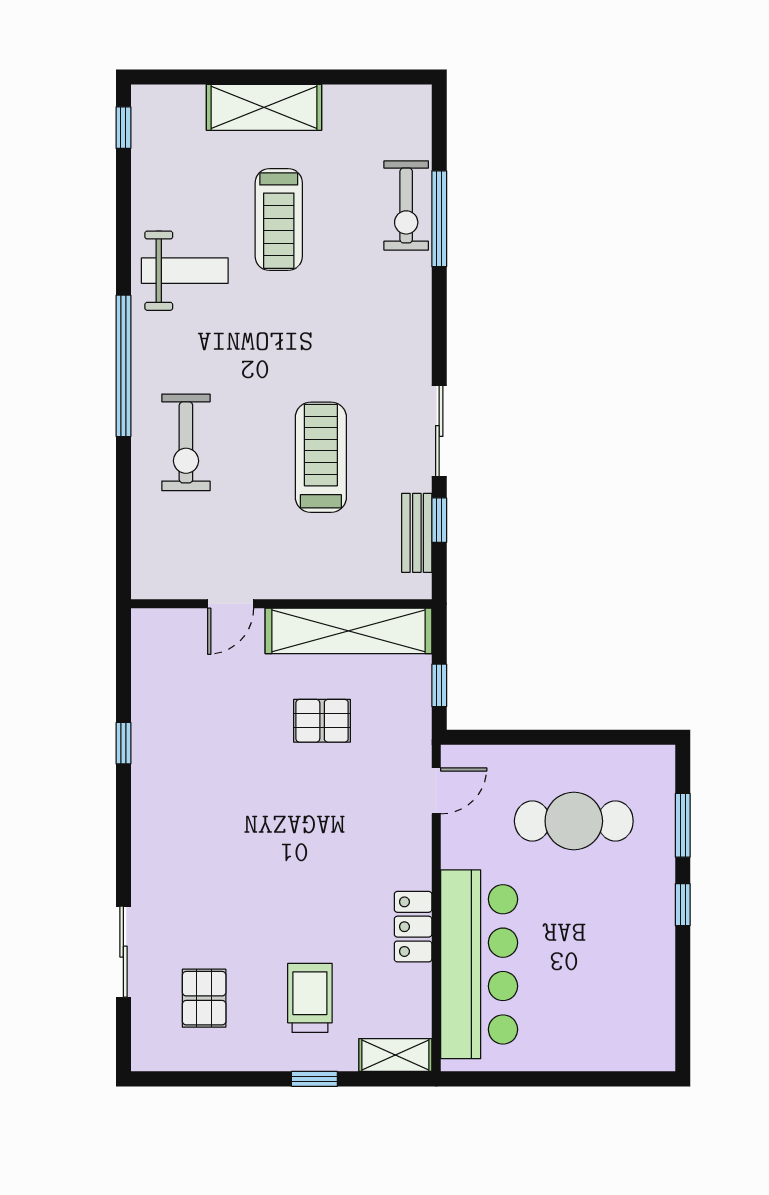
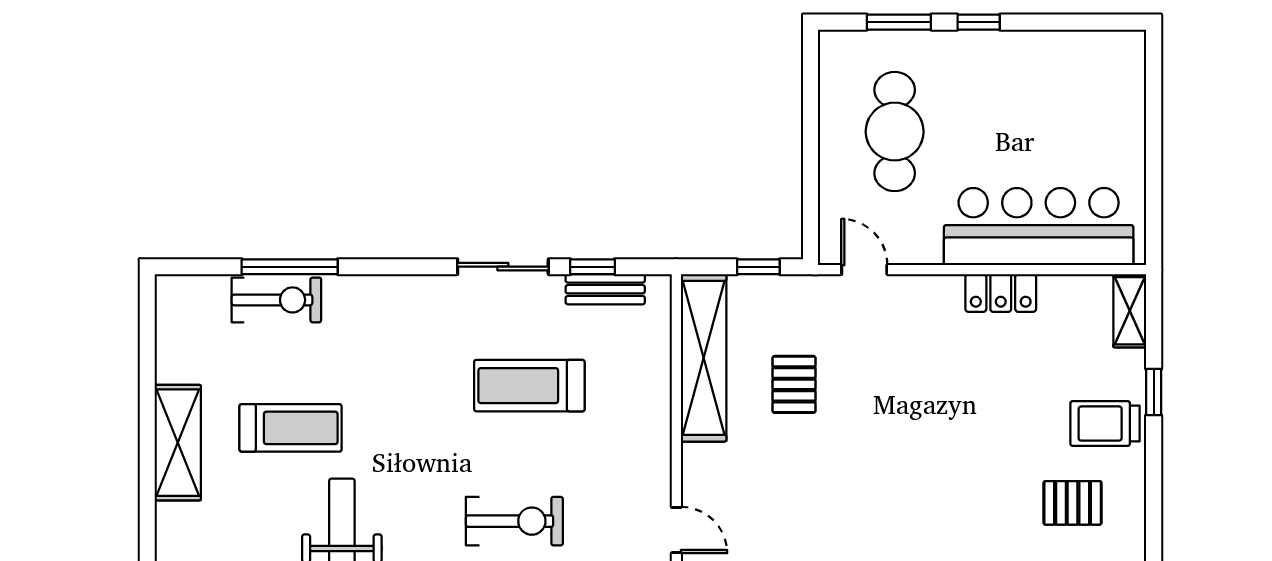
door: (231, 604) -> (676, 530), moved
trolley: (310, 998) -> (1105, 424), moved

